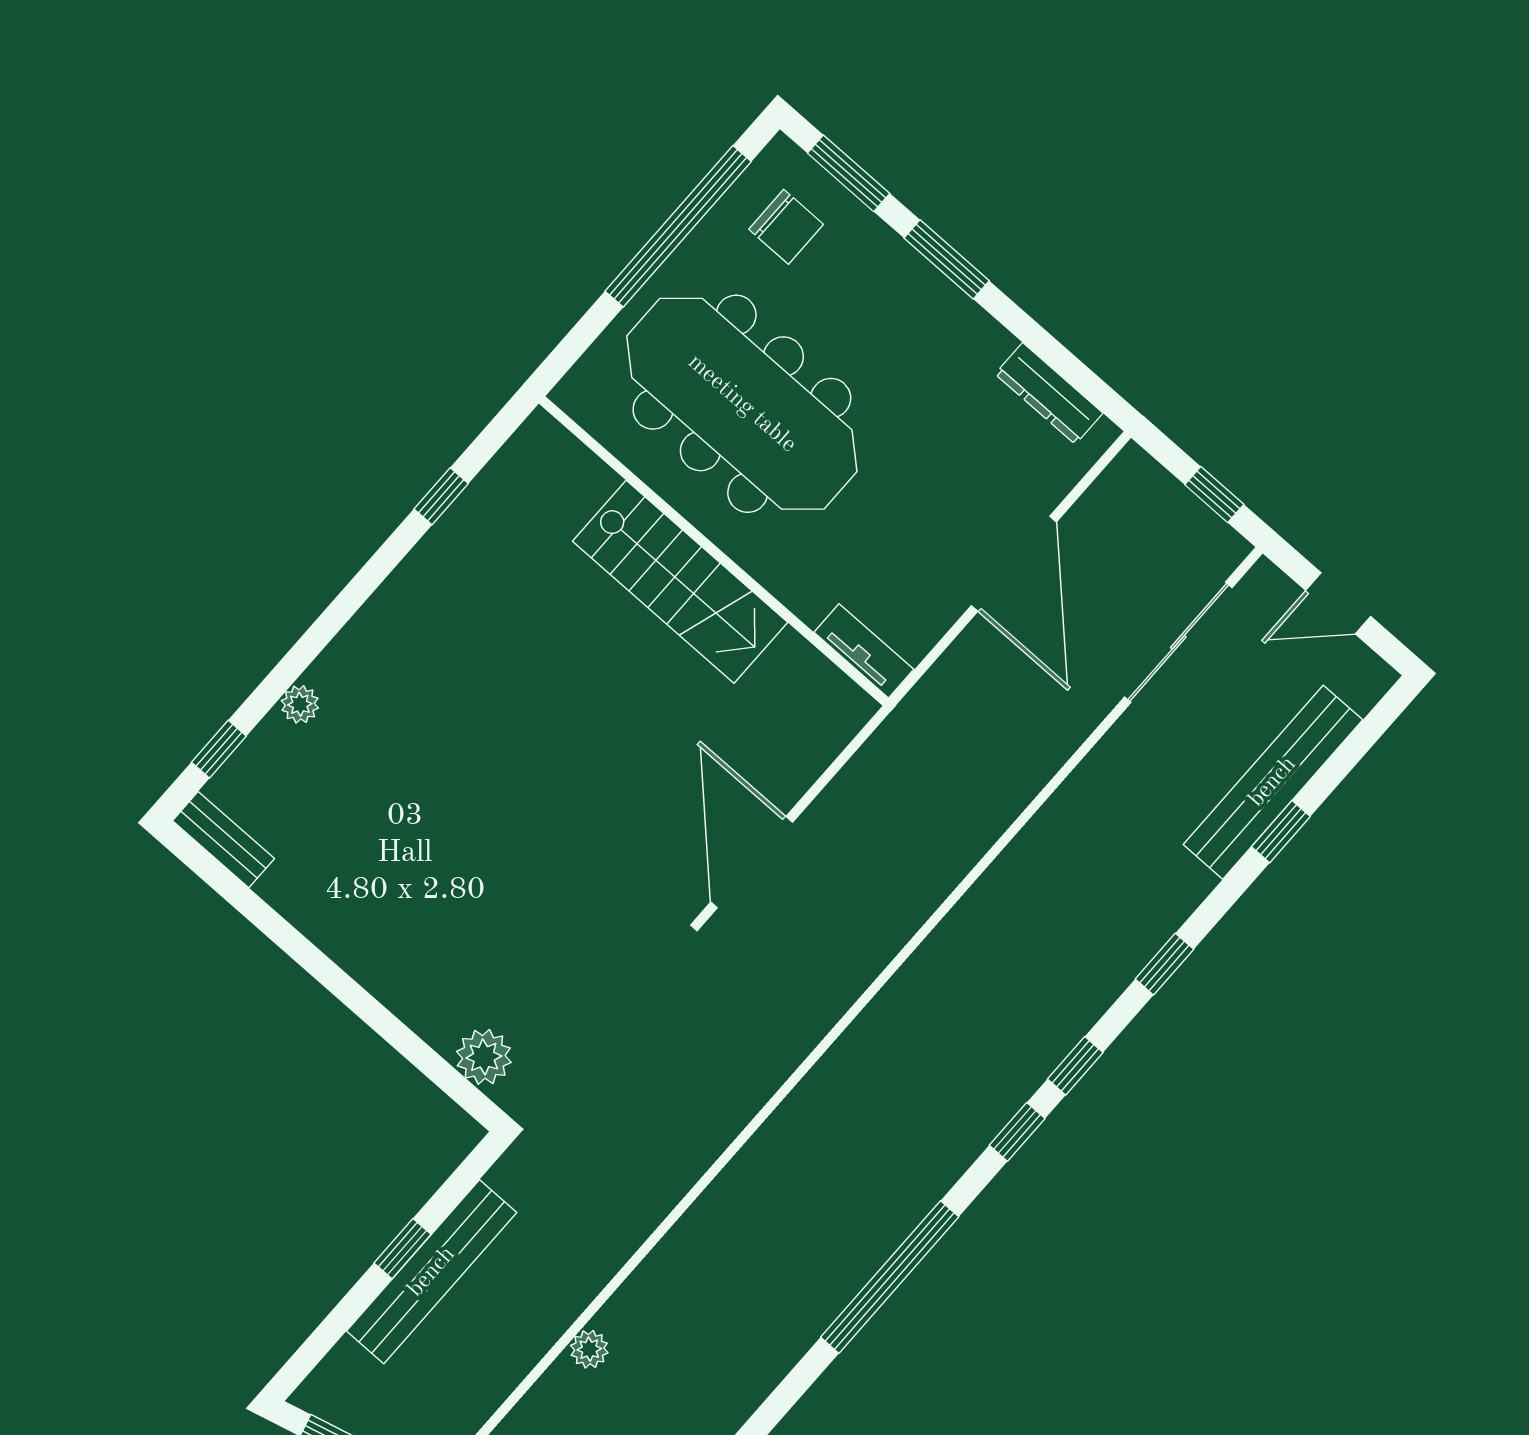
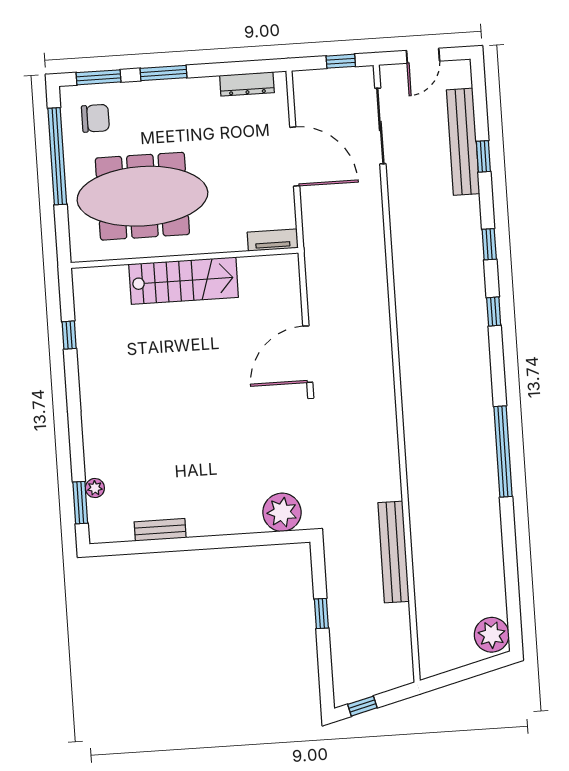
plant: (300, 704) -> (95, 488), moved
window: (219, 749) -> (80, 503), width x1.50
bench: (223, 840) -> (160, 530), moved
door: (752, 862) -> (308, 354), hinge flipped
plant: (484, 1057) -> (282, 512), width x1.36, depth x1.36
window: (1017, 1132) -> (497, 355), removed
bench: (432, 1272) -> (394, 552), moved
plant: (589, 1349) -> (423, 583), removed

